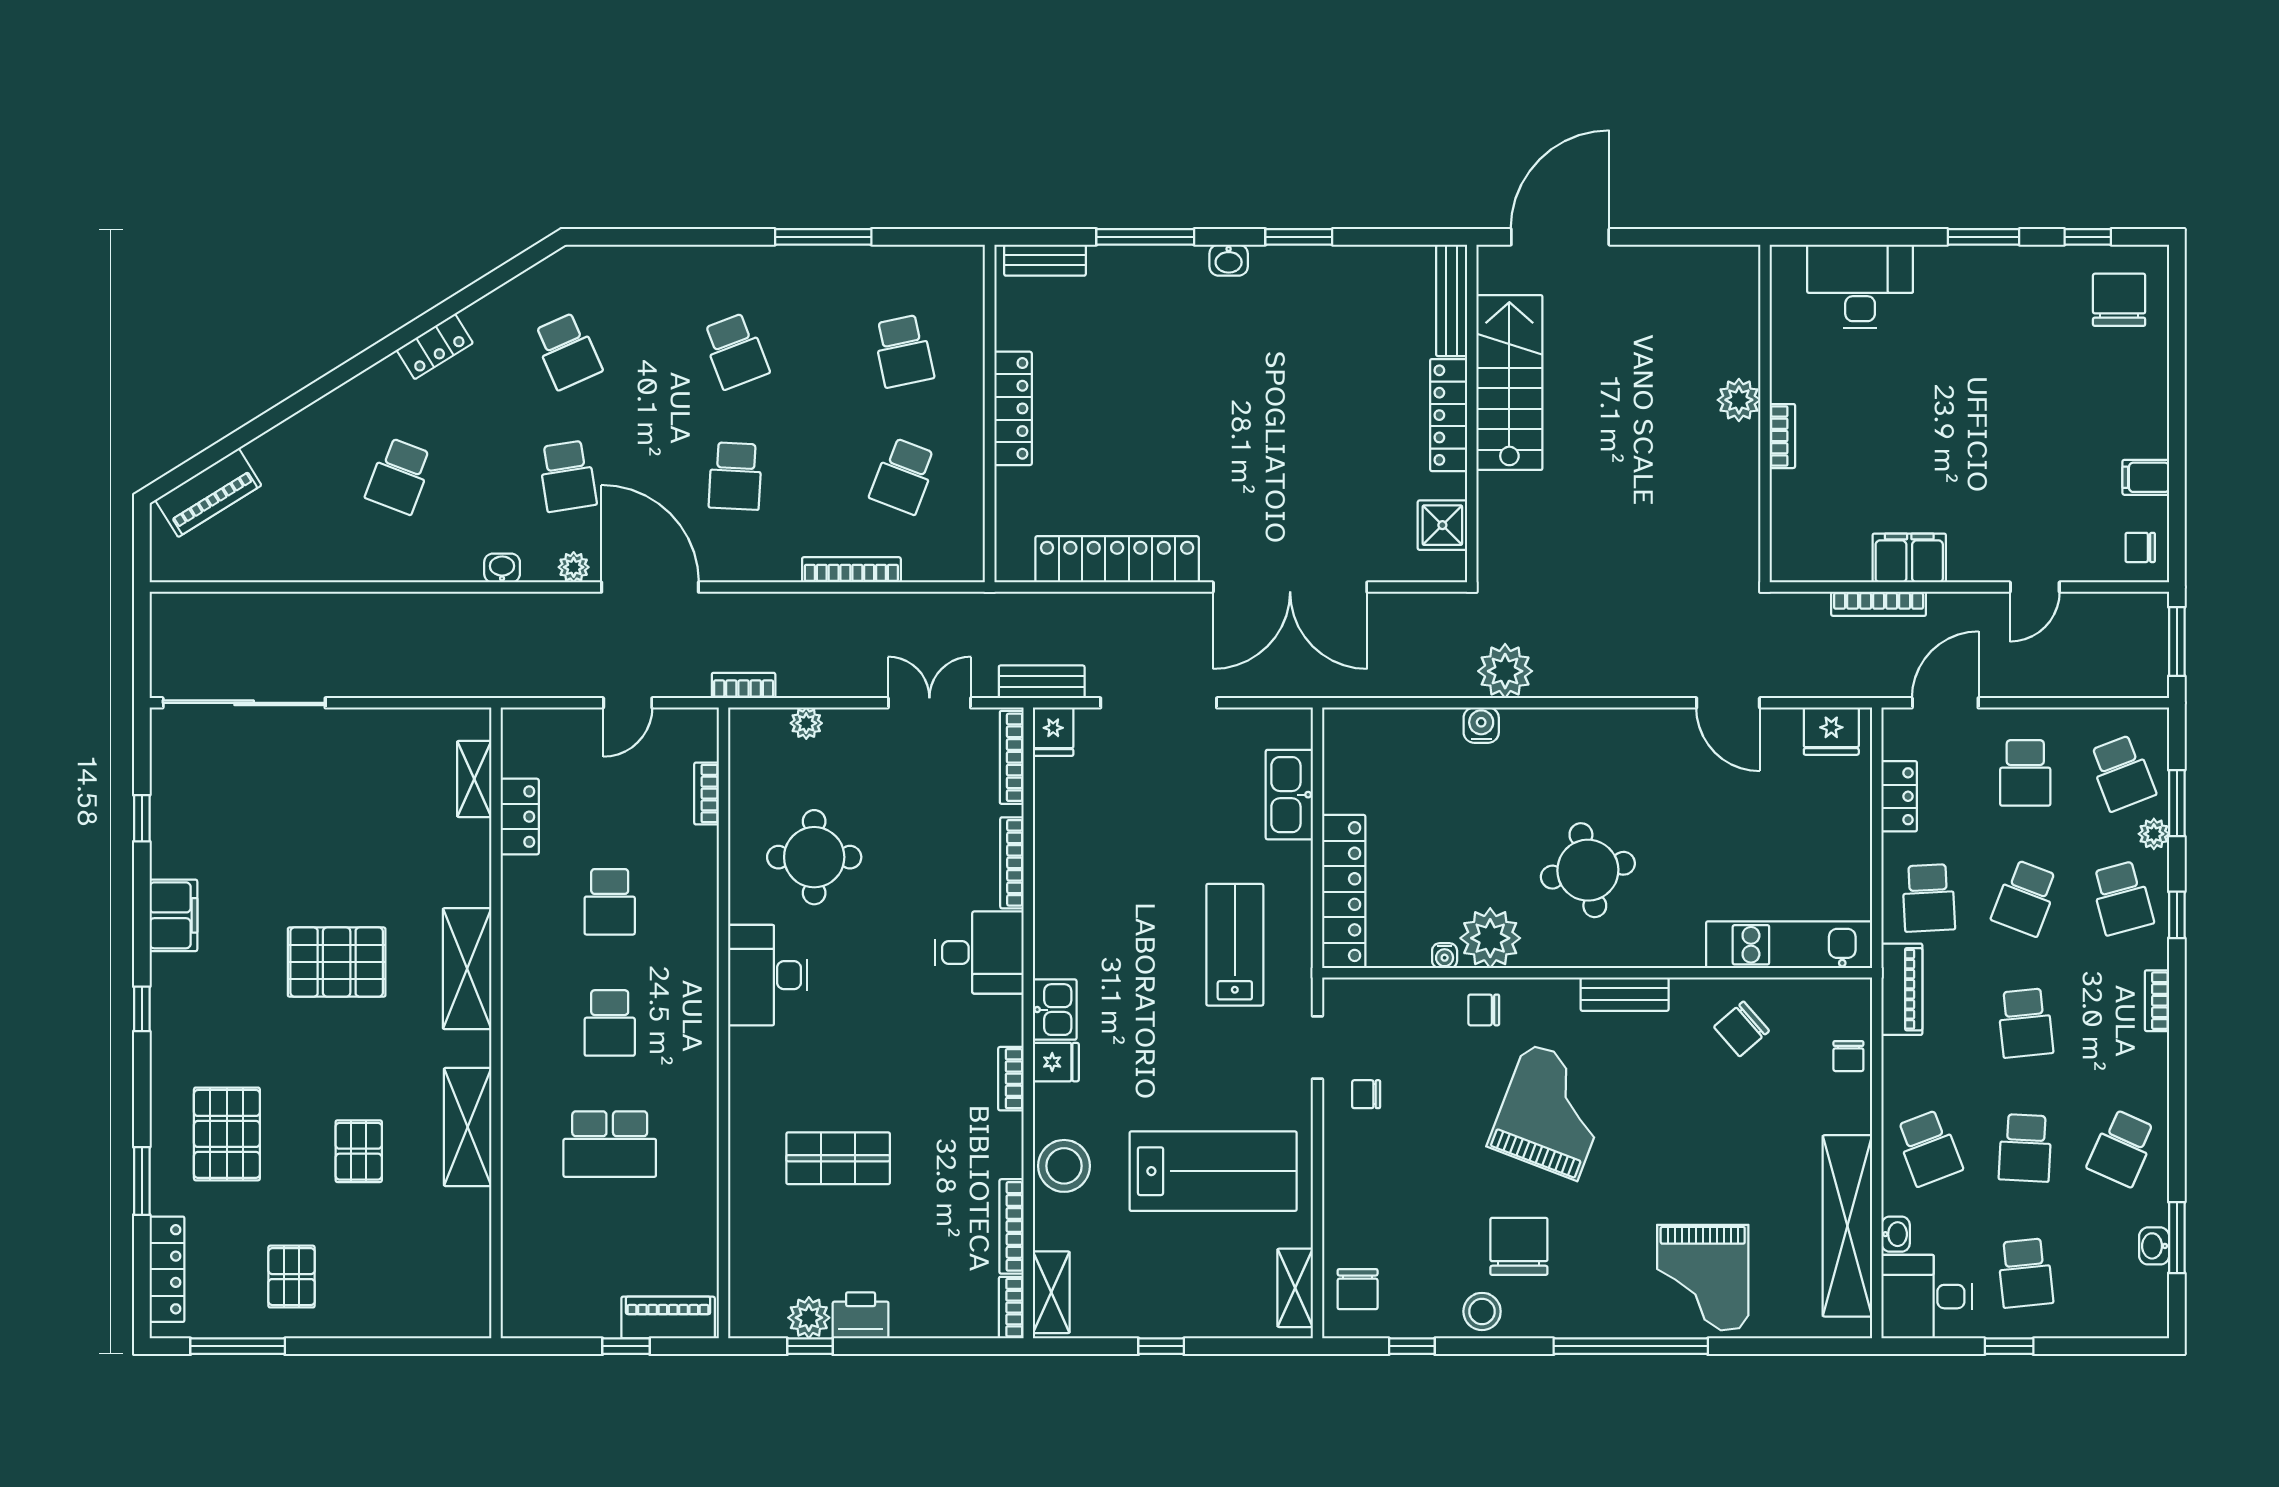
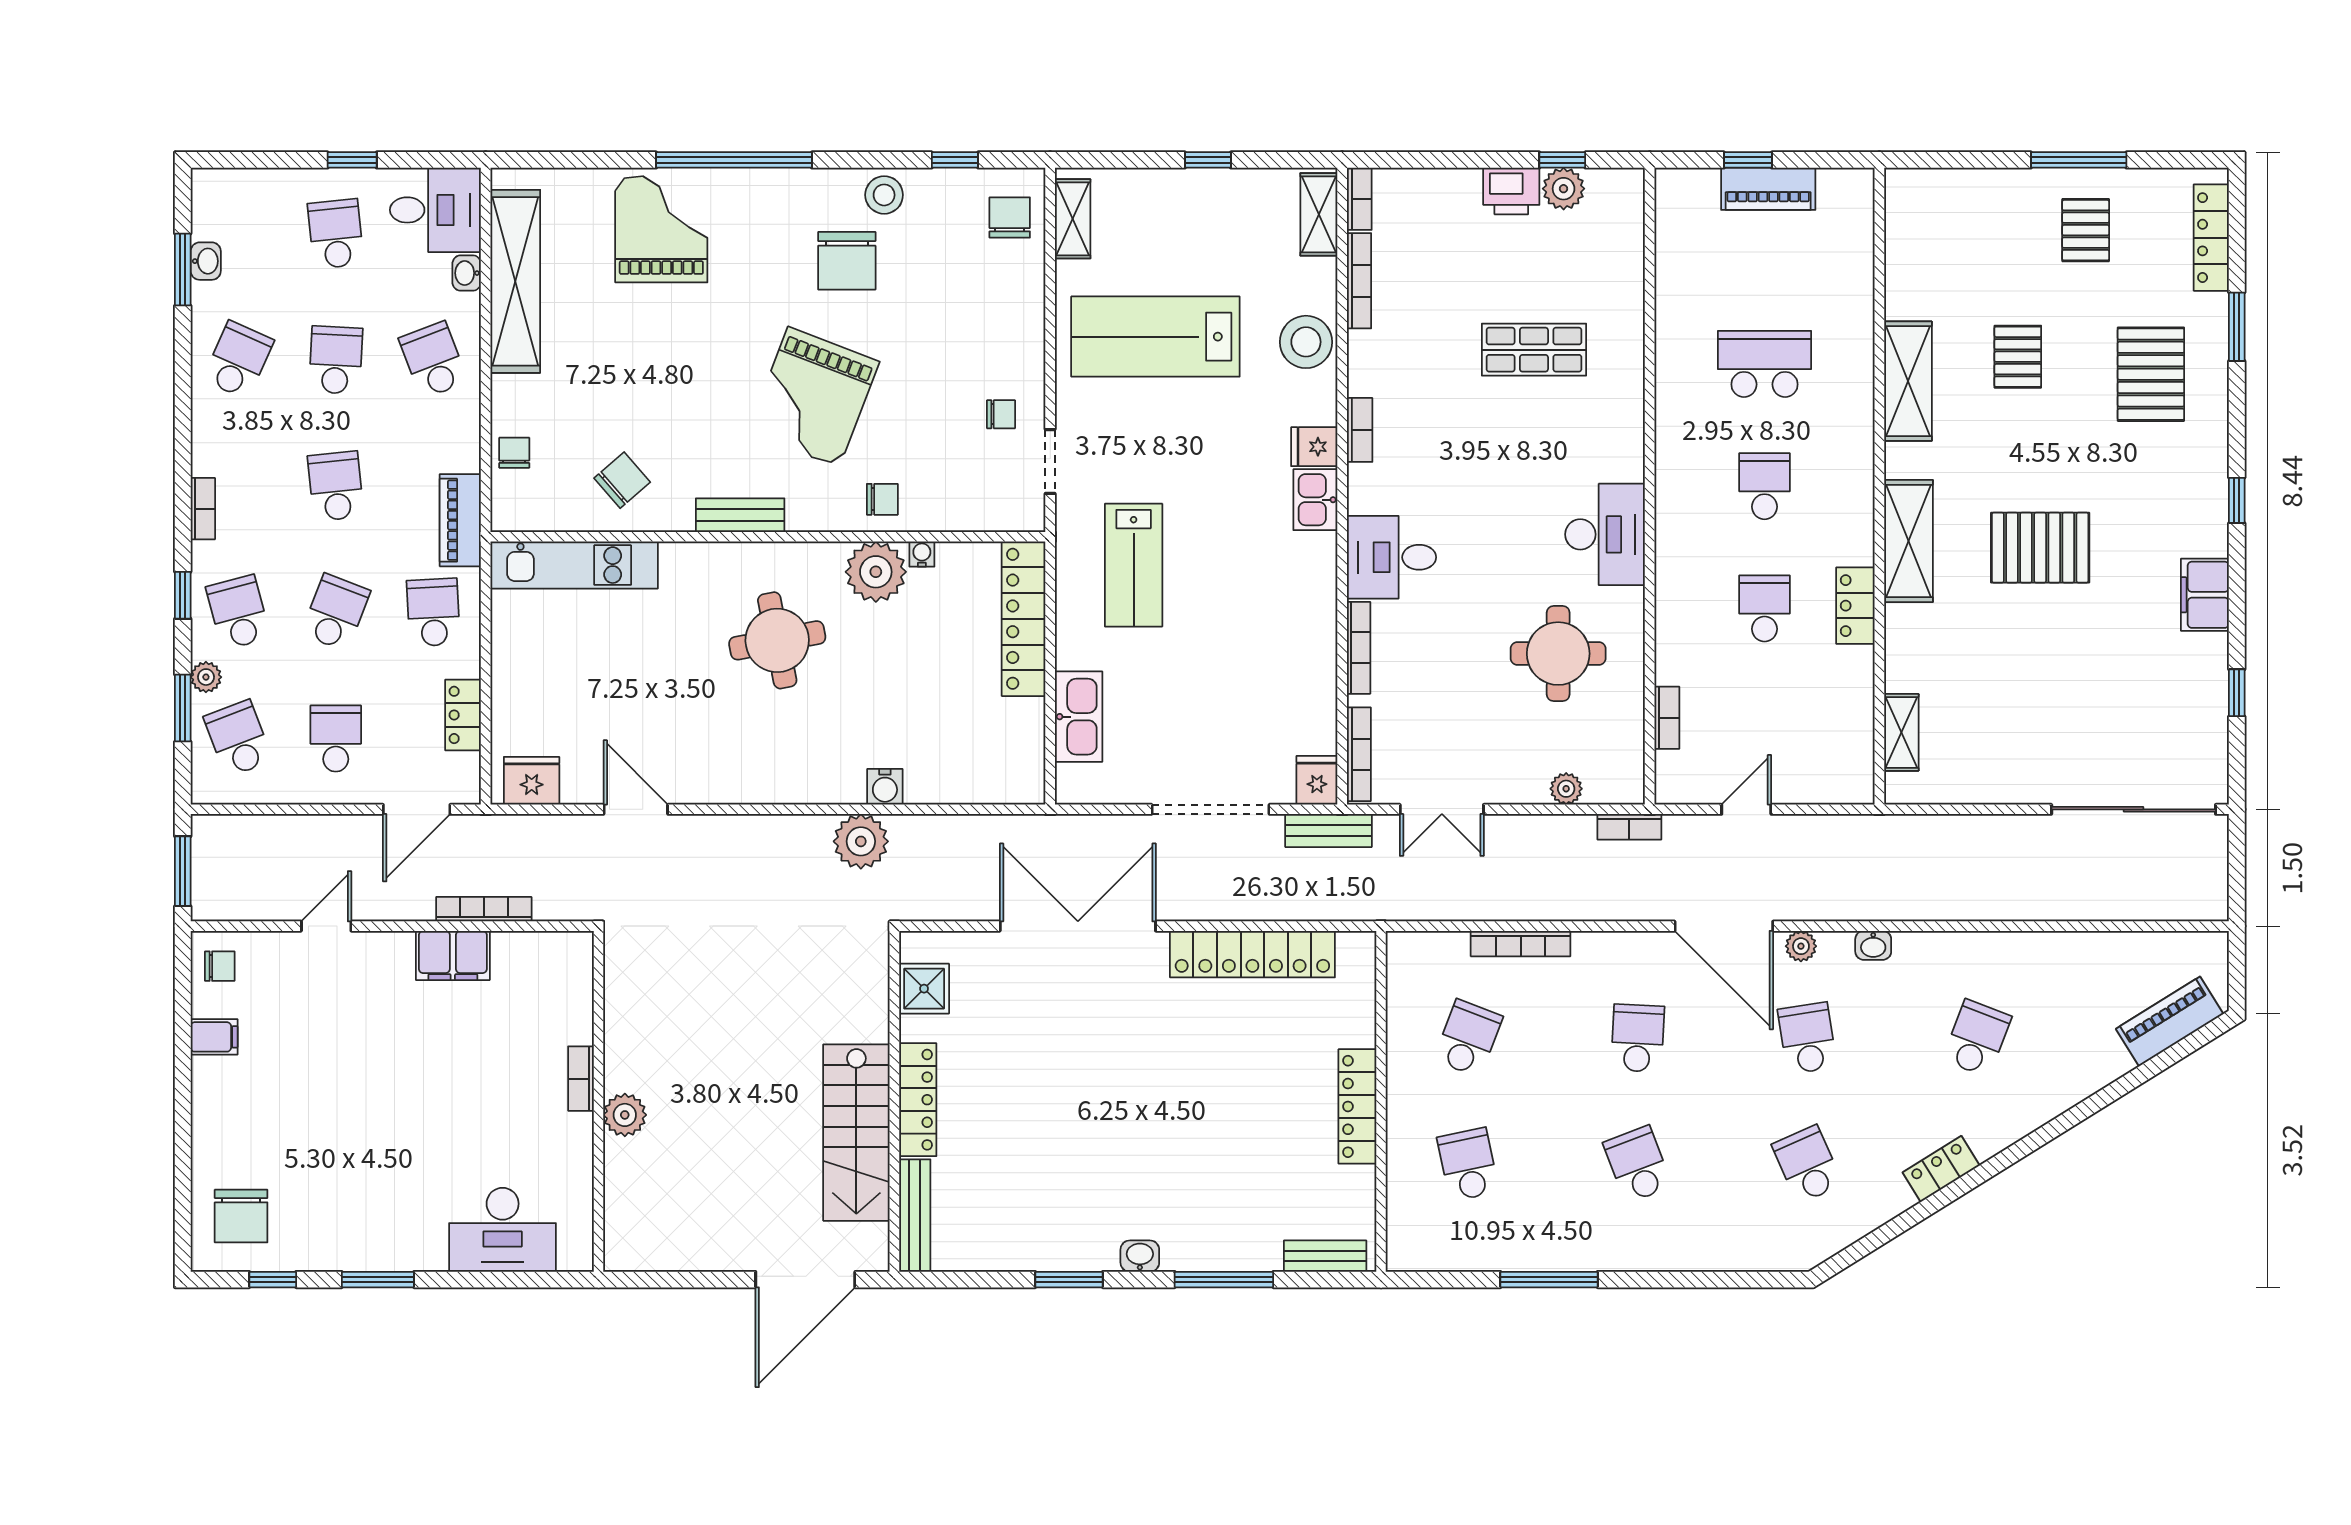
locker: (520, 817) -> (1855, 606), moved
piano: (668, 1318) -> (1768, 189), moved
window: (238, 1346) -> (2079, 160), moved

